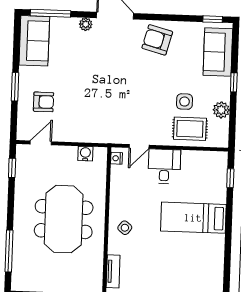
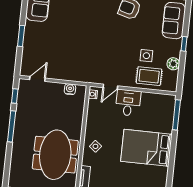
armchair: (44, 102) -> (42, 49), removed
window: (230, 178) -> (176, 115), width x2.17
bed: (193, 218) -> (146, 148), width x1.50
meeting table: (64, 219) -> (55, 155), moved
window: (9, 251) -> (12, 126), moved

